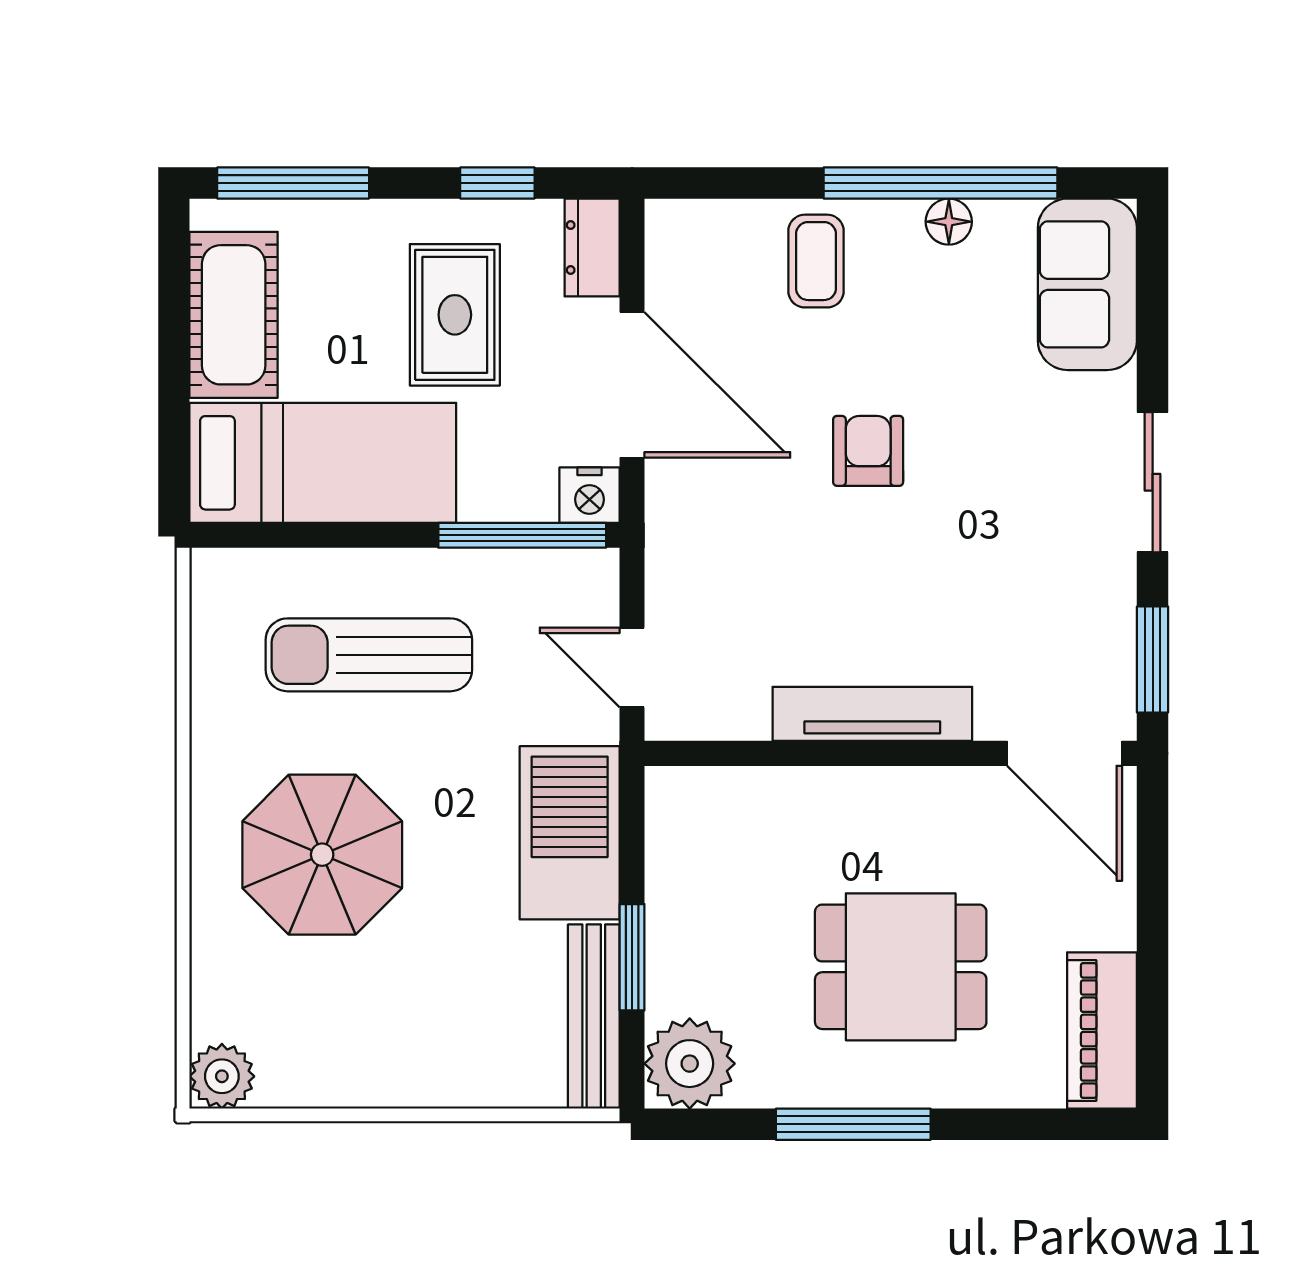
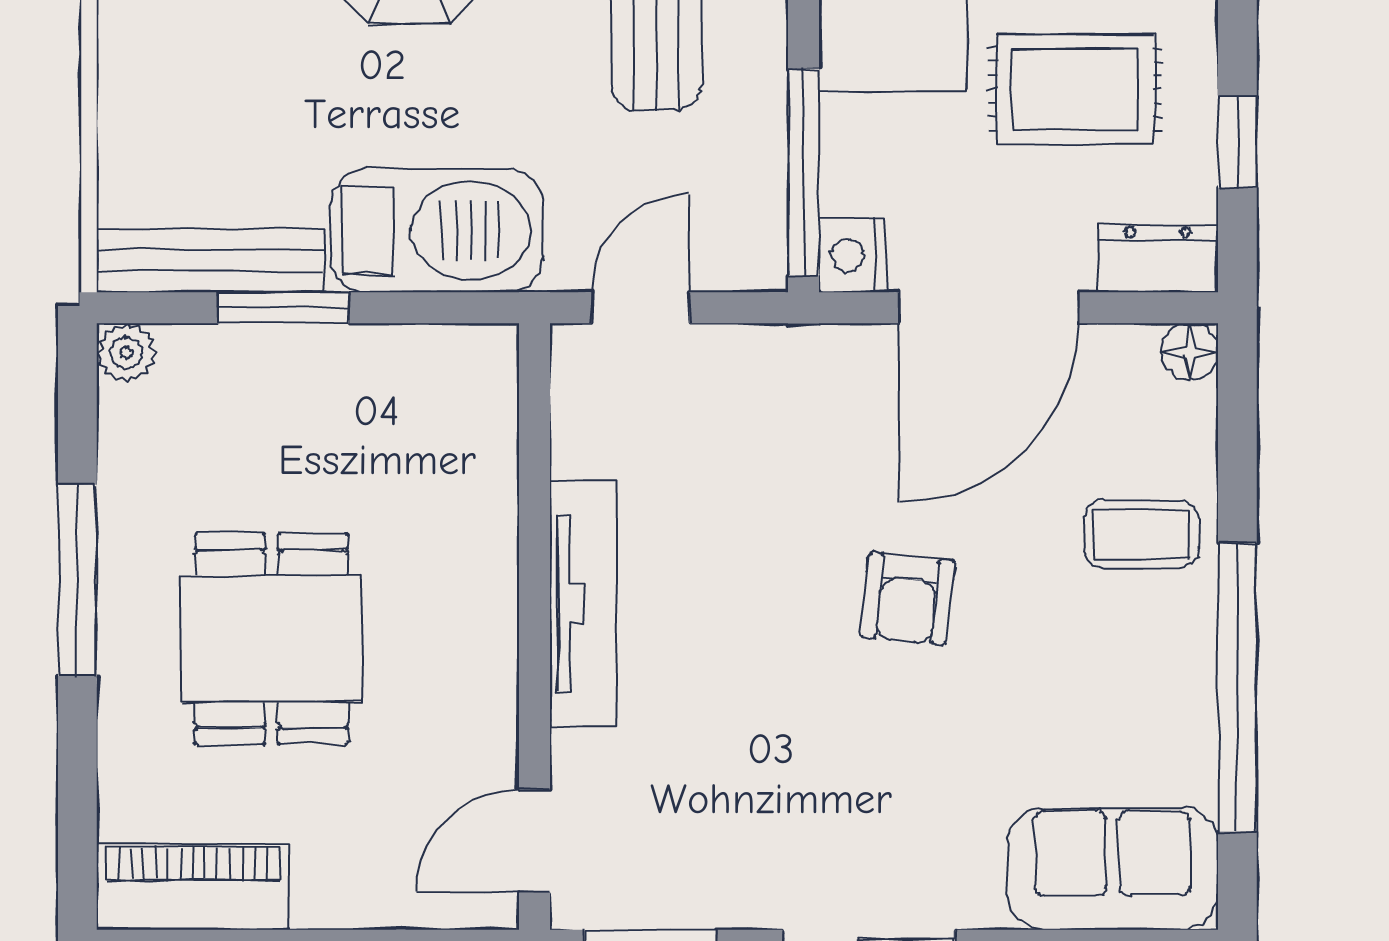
floor lamp: (949, 222) -> (1190, 351), moved
armchair: (868, 451) -> (907, 599), turned 96
door: (1065, 753) -> (535, 841), width x0.73
plant: (690, 1064) -> (126, 353), width x0.53, depth x0.53

